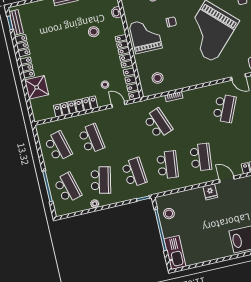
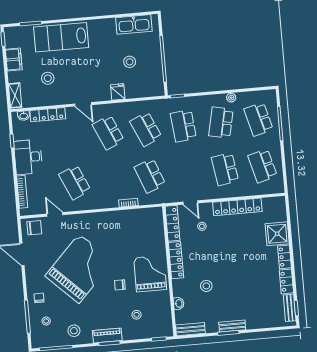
grand piano: (146, 36) -> (150, 274), turned 180
stool: (158, 78) -> (143, 226), removed
school desk: (225, 108) -> (75, 182), turned -48
school desk: (201, 157) -> (108, 132), turned -30
school desk: (167, 165) -> (146, 129), turned -30
fridge: (210, 192) -> (118, 92), moved
stool: (169, 214) -> (130, 62), moved
kitchen sink: (175, 253) -> (134, 24), moved, turned -90

